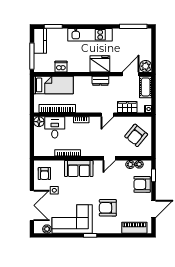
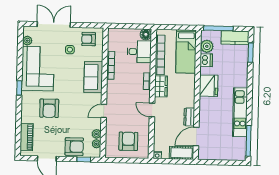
kitchen unit: (90, 35) -> (240, 112), moved
fridge: (100, 64) -> (209, 86), moved
plant: (146, 66) -> (207, 46), moved
door: (130, 74) -> (196, 137), swing flipped
dresser: (100, 81) -> (189, 117), moved
wardrobe: (127, 107) -> (161, 86), moved
armchair: (136, 135) -> (128, 141), turned 51
door: (109, 158) -> (104, 111), hinge flipped
armchair: (142, 184) -> (74, 147), turned 90
double door: (32, 205) -> (54, 24), swing flipped
armchair: (108, 208) -> (49, 108), turned 180

